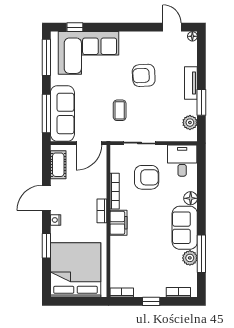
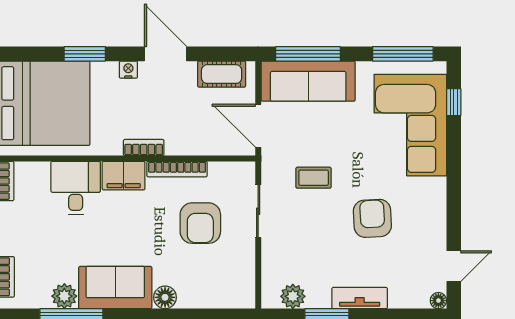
desk: (182, 161) -> (76, 188), moved, turned -90

